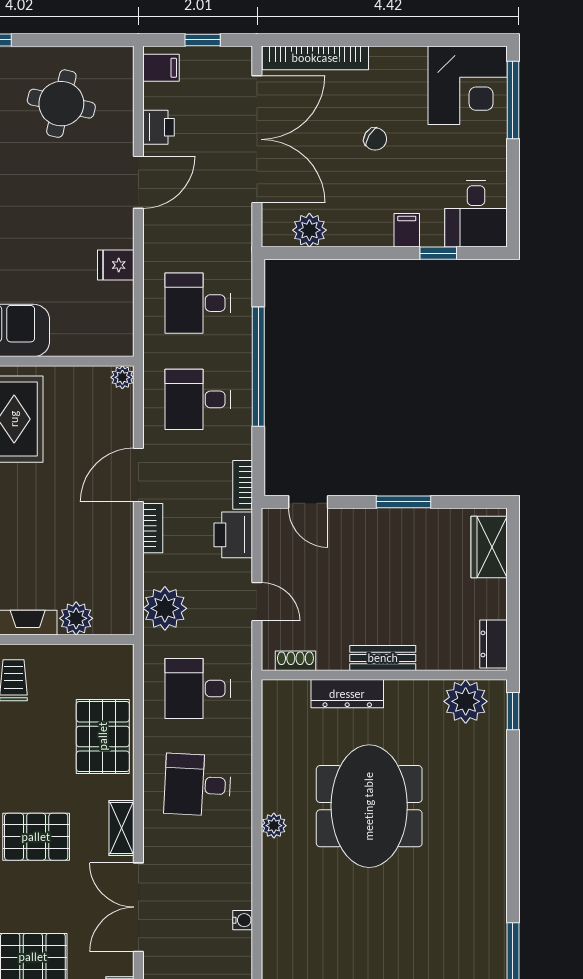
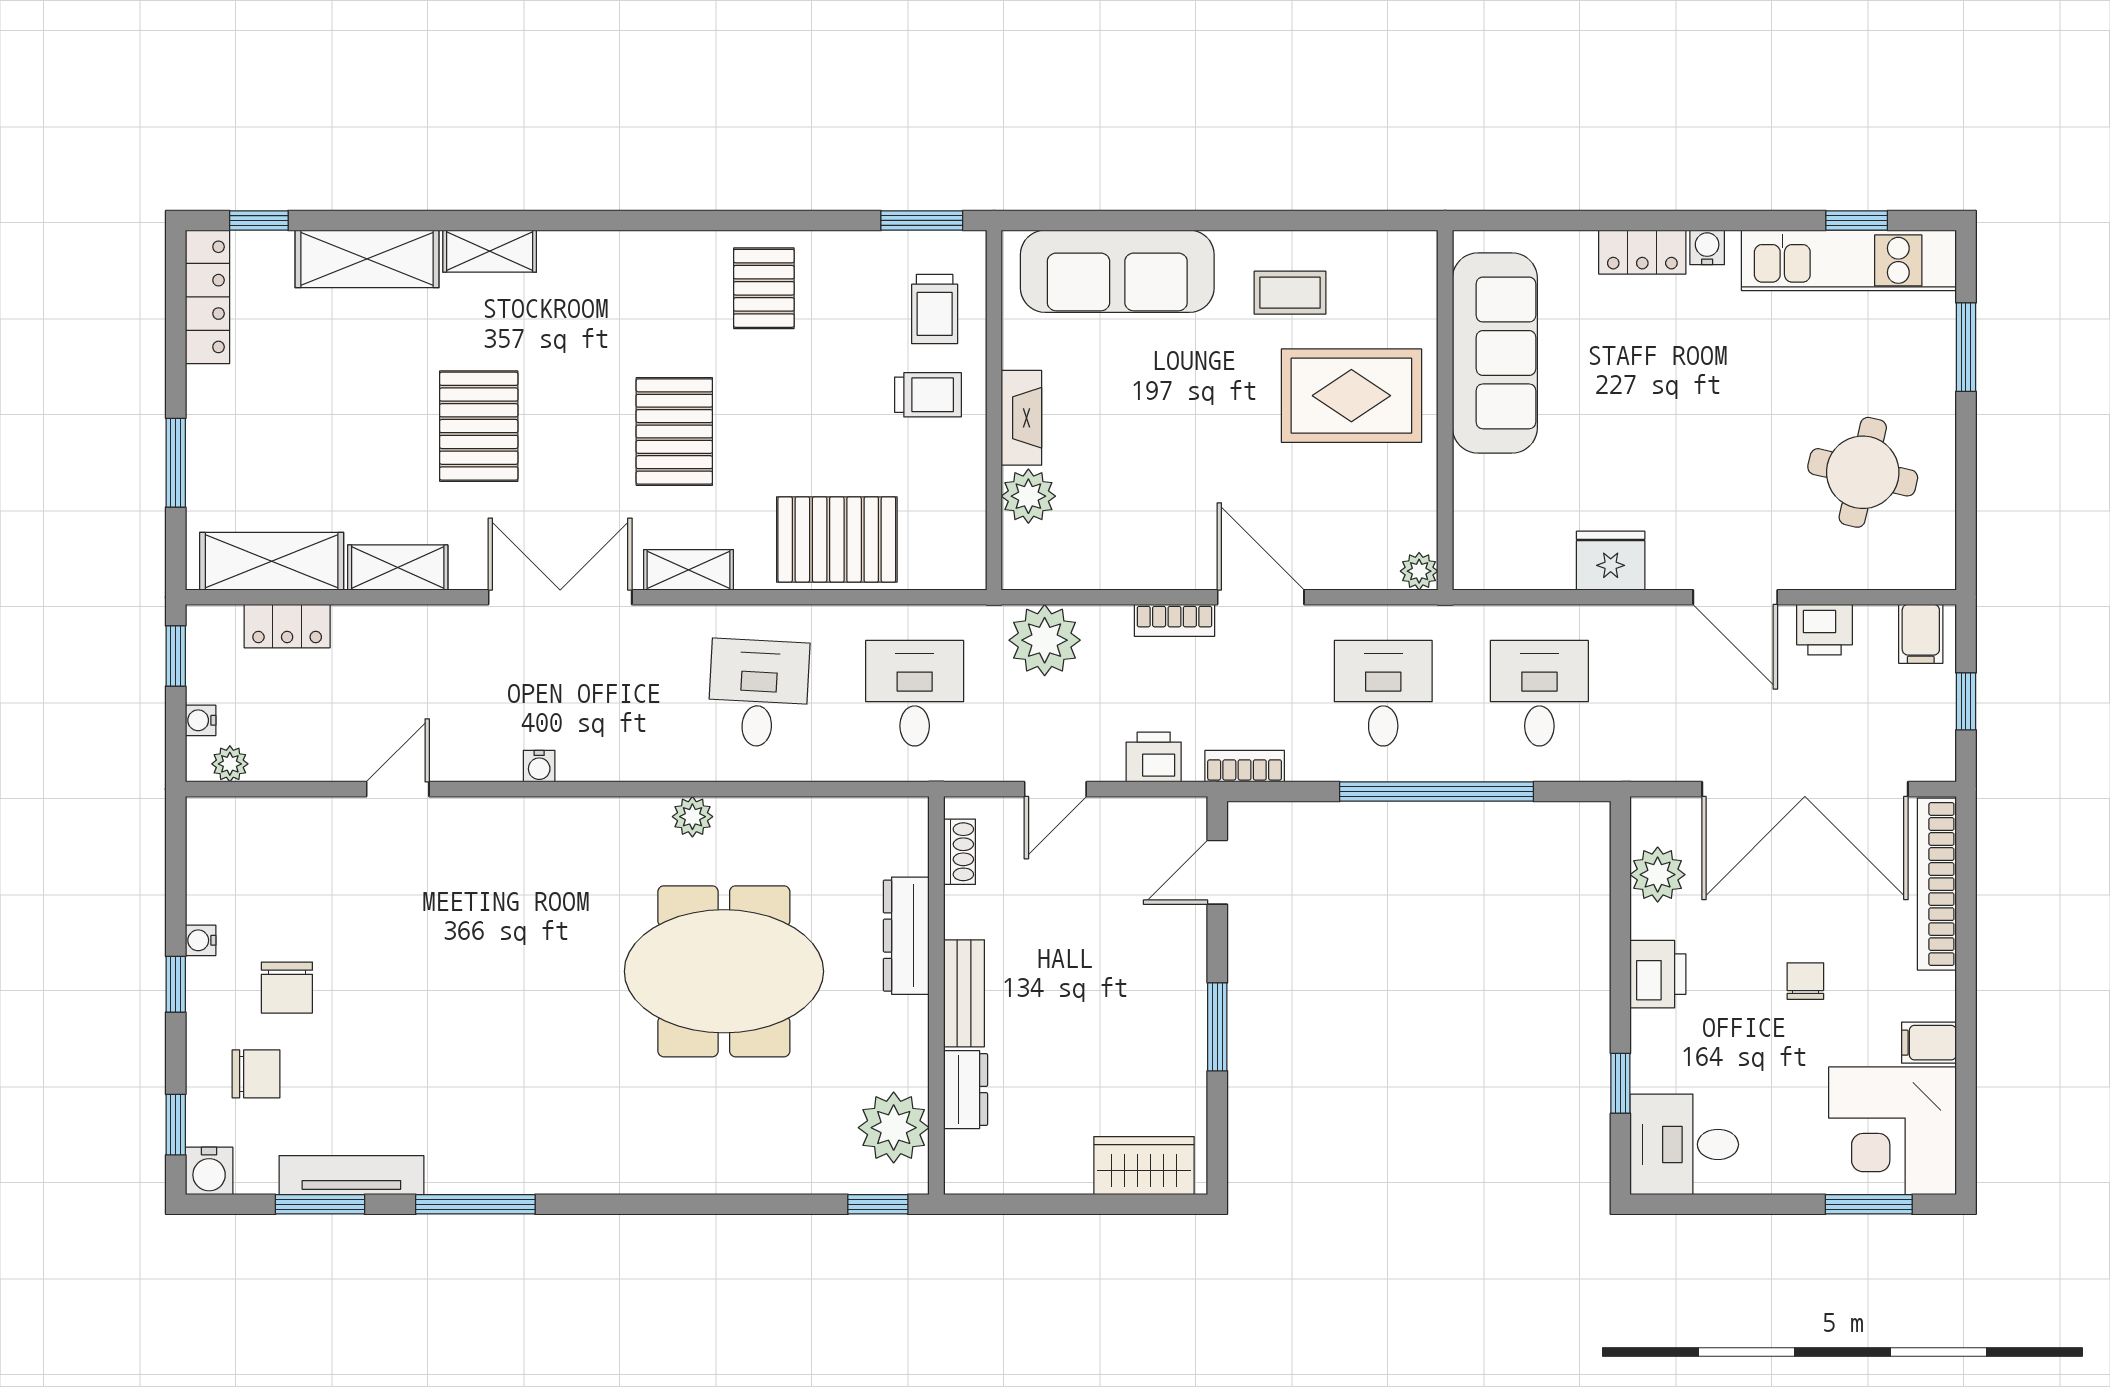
window: (513, 100) -> (1869, 1204), width x0.69
chair: (375, 139) -> (1805, 981), turned 148
printer: (371, 230) -> (1658, 974), added
filing cabinet: (407, 230) -> (1929, 1043), moved, turned 180
fridge: (116, 265) -> (1611, 561), width x1.38
printer: (233, 535) -> (1154, 757), width x0.73, depth x0.81
dresser: (493, 644) -> (966, 1090), moved, turned 90

